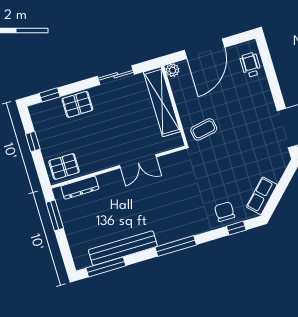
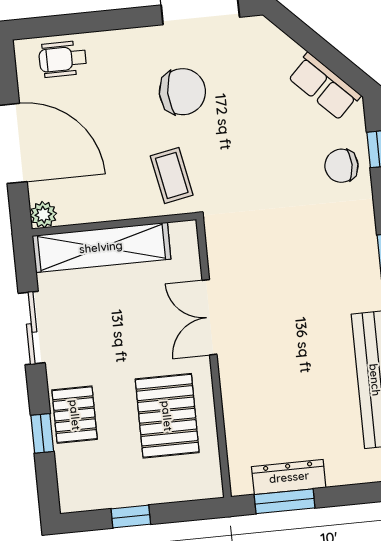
window: (50, 95) -> (42, 433), moved
chair: (246, 127) -> (182, 92), added
double door: (138, 161) -> (210, 317), swing flipped
pallet: (64, 167) -> (167, 416), moved, width x1.50, depth x1.42
dresser: (80, 188) -> (289, 477), moved, turned -90

